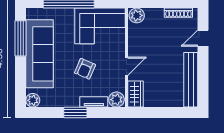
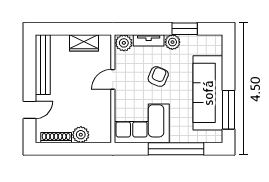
plant: (137, 15) -> (81, 135), moved
wardrobe: (135, 94) -> (84, 43), moved, turned -90
plant: (33, 100) -> (172, 42), moved
window: (75, 113) -> (185, 29), moved

